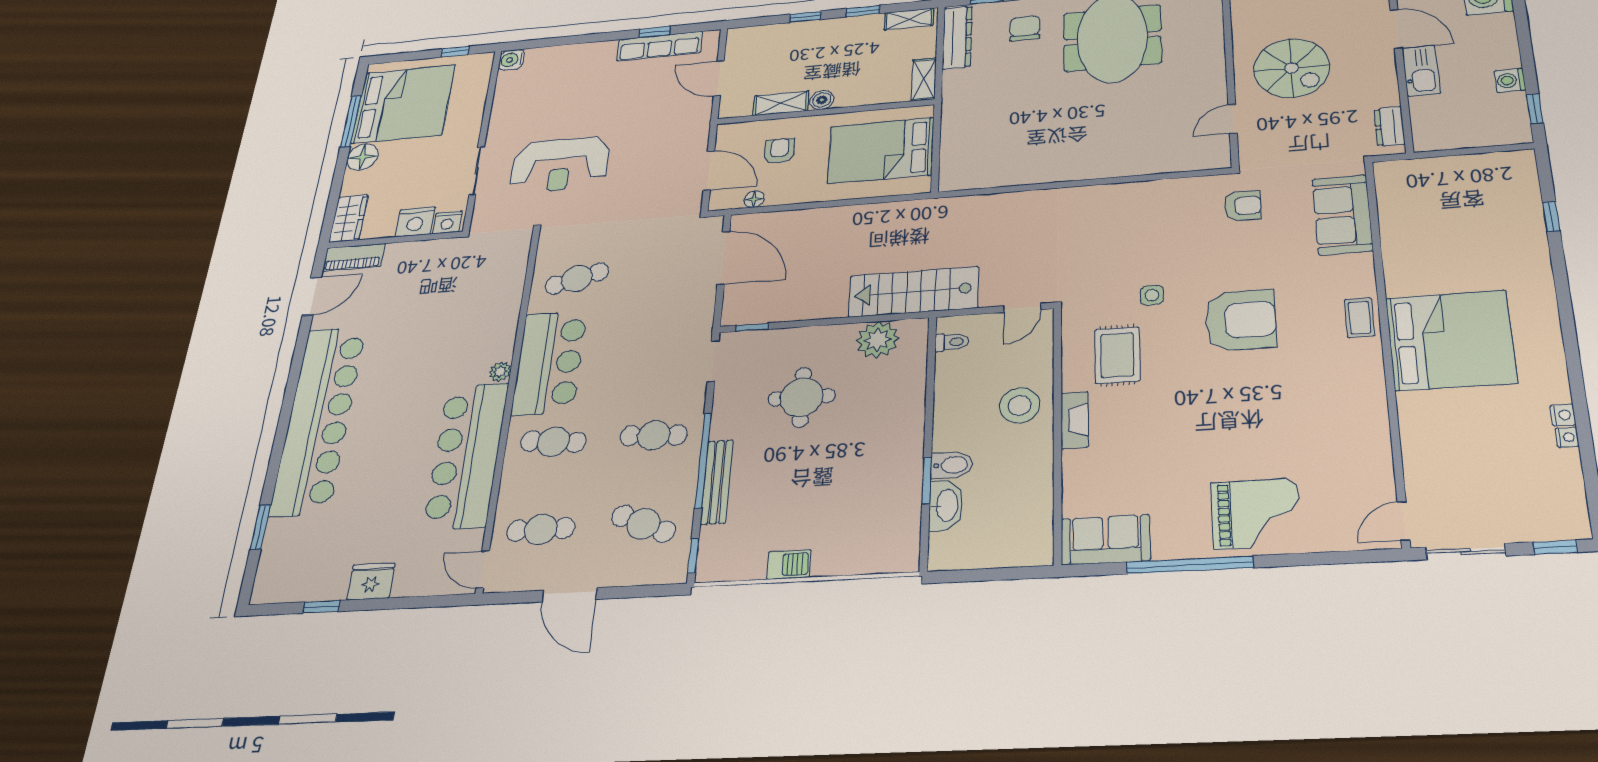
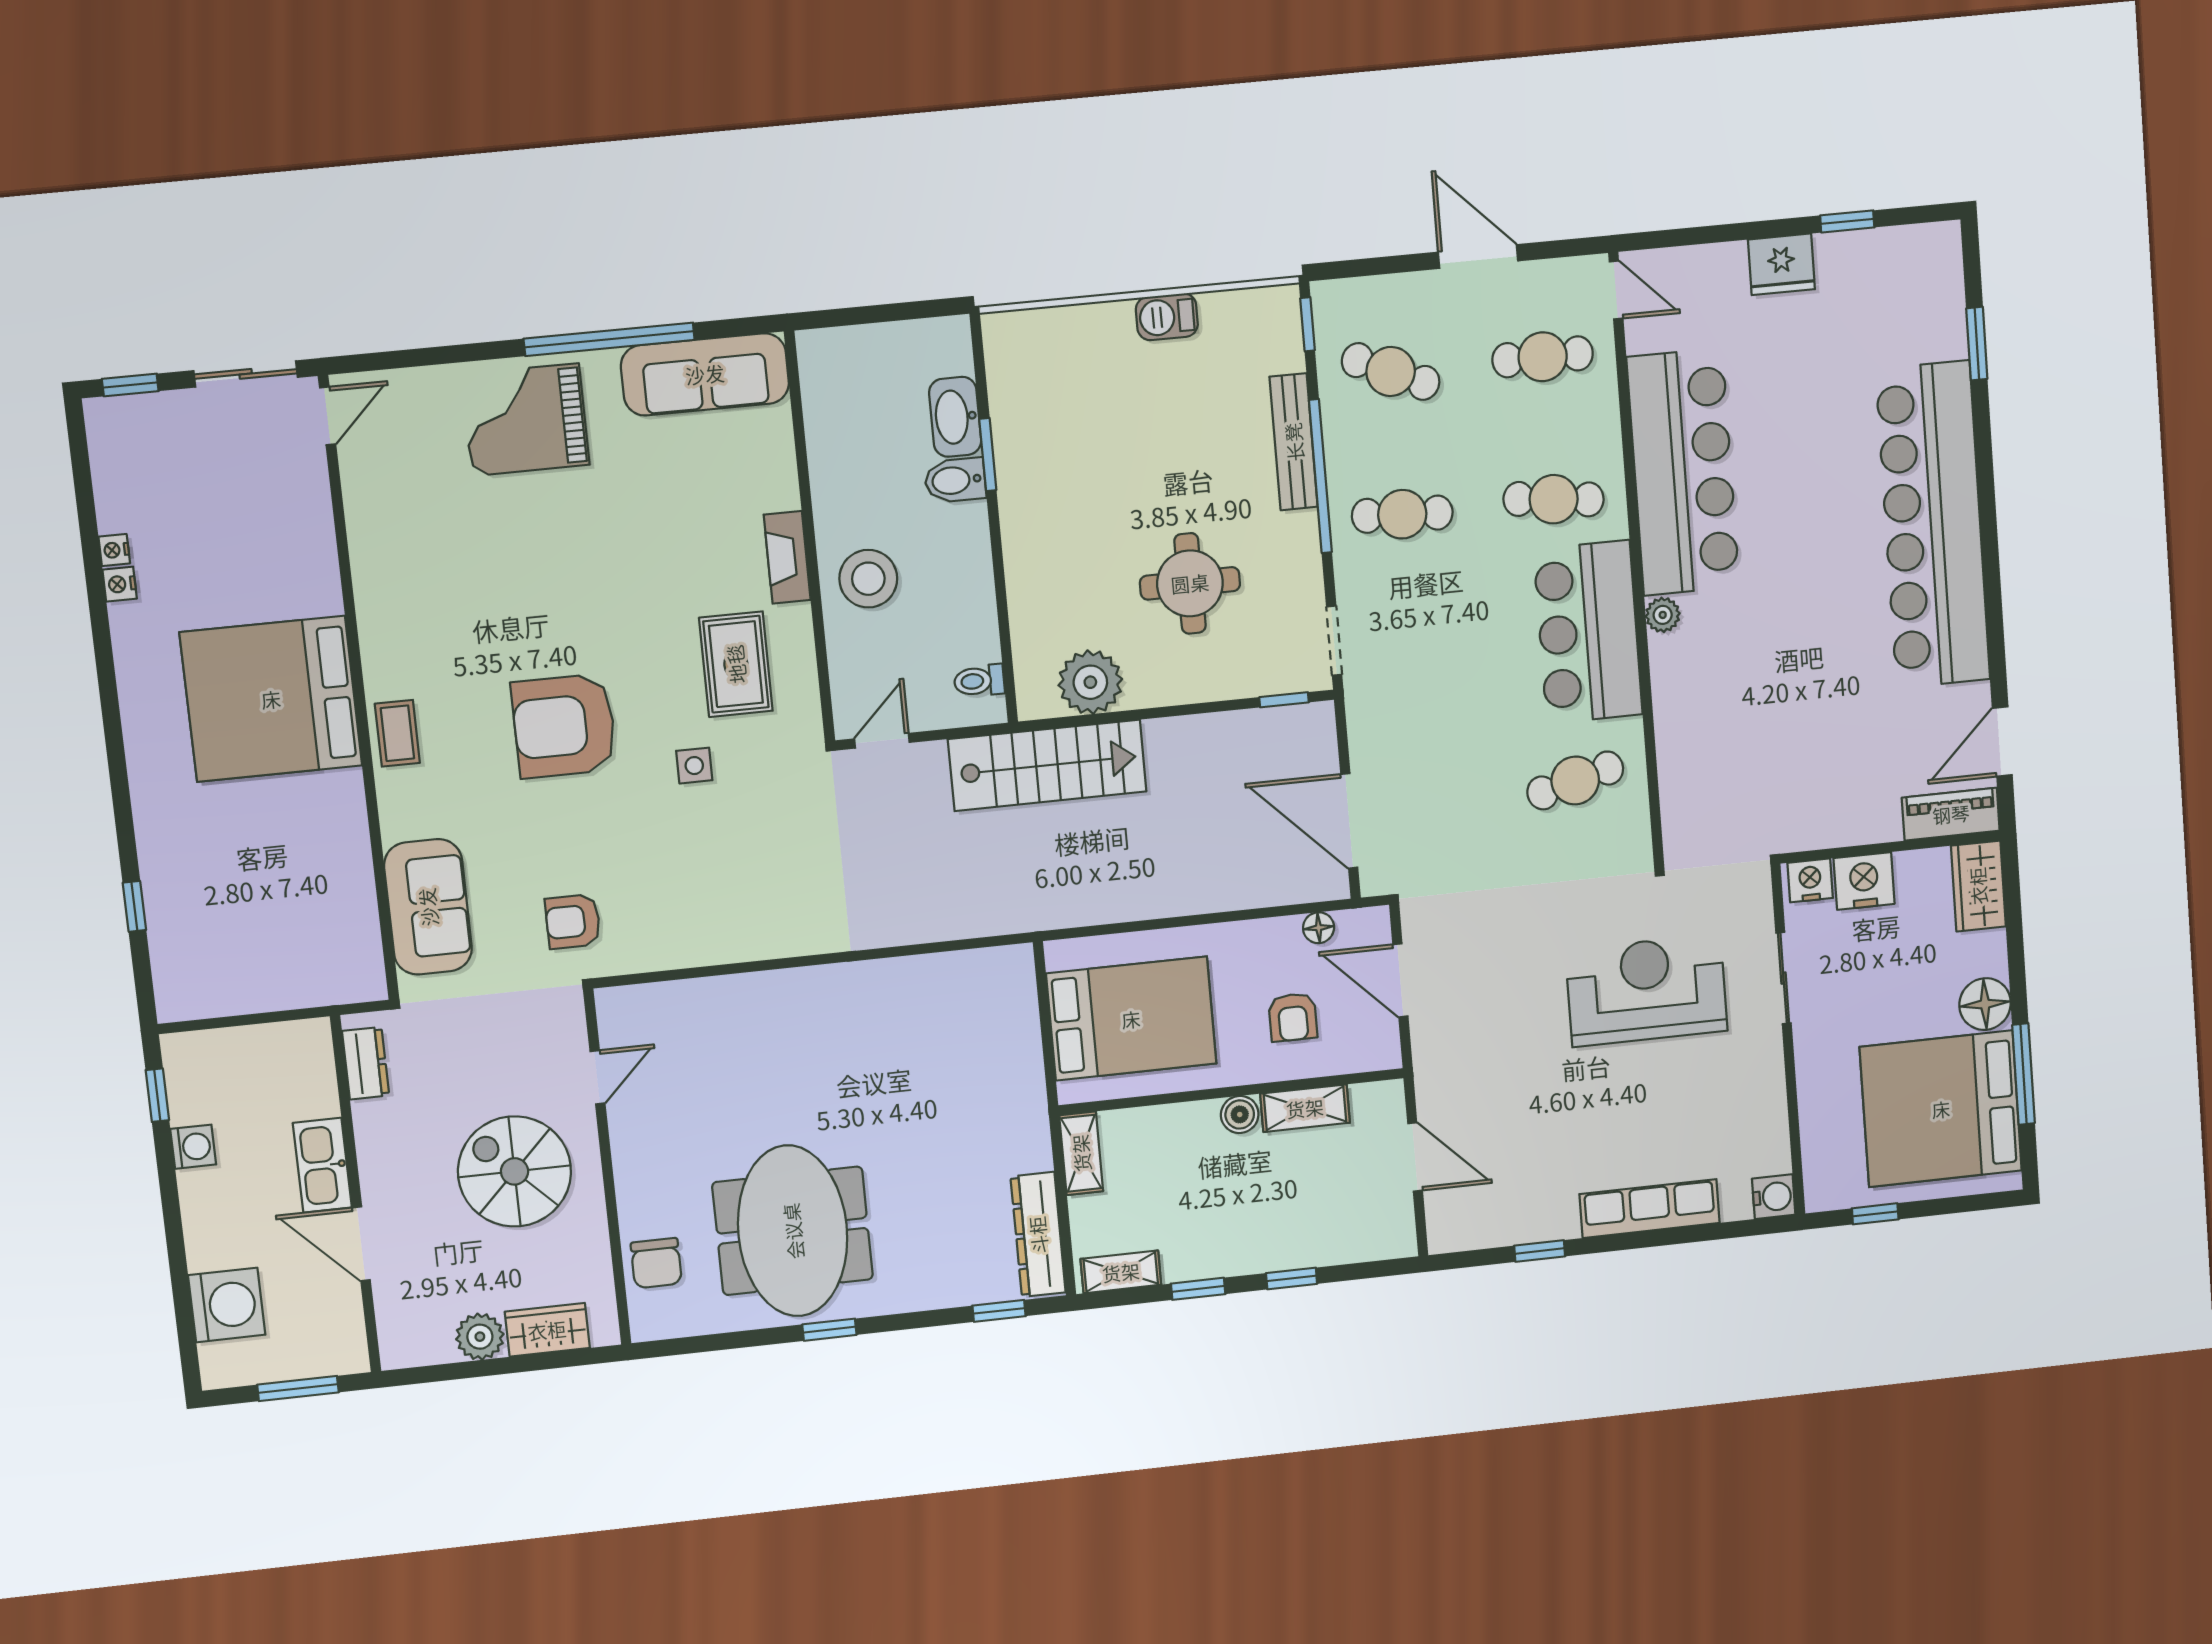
chair: (1025, 28) -> (656, 1263), moved
row of seats: (660, 46) -> (1650, 1209), moved
sofa: (1105, 540) -> (705, 374), width x1.36

